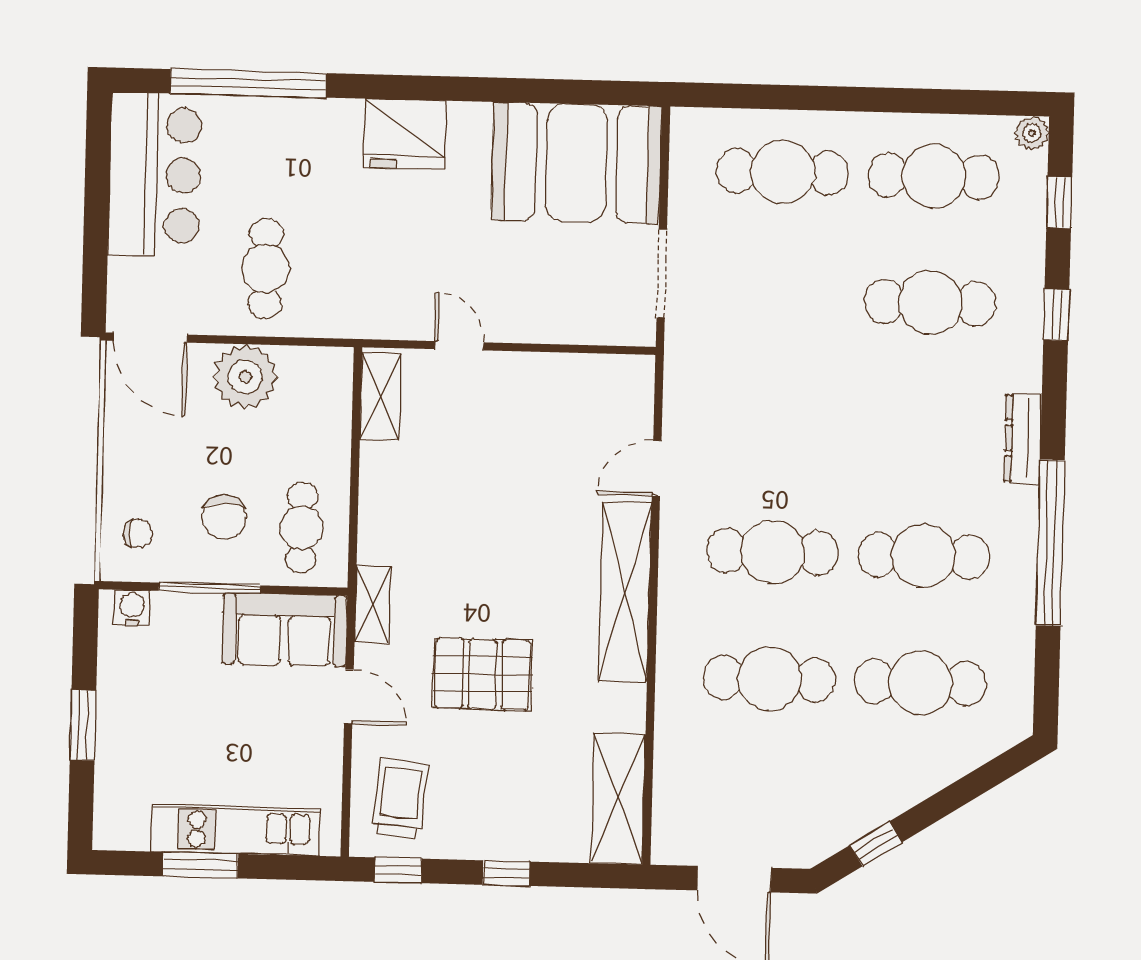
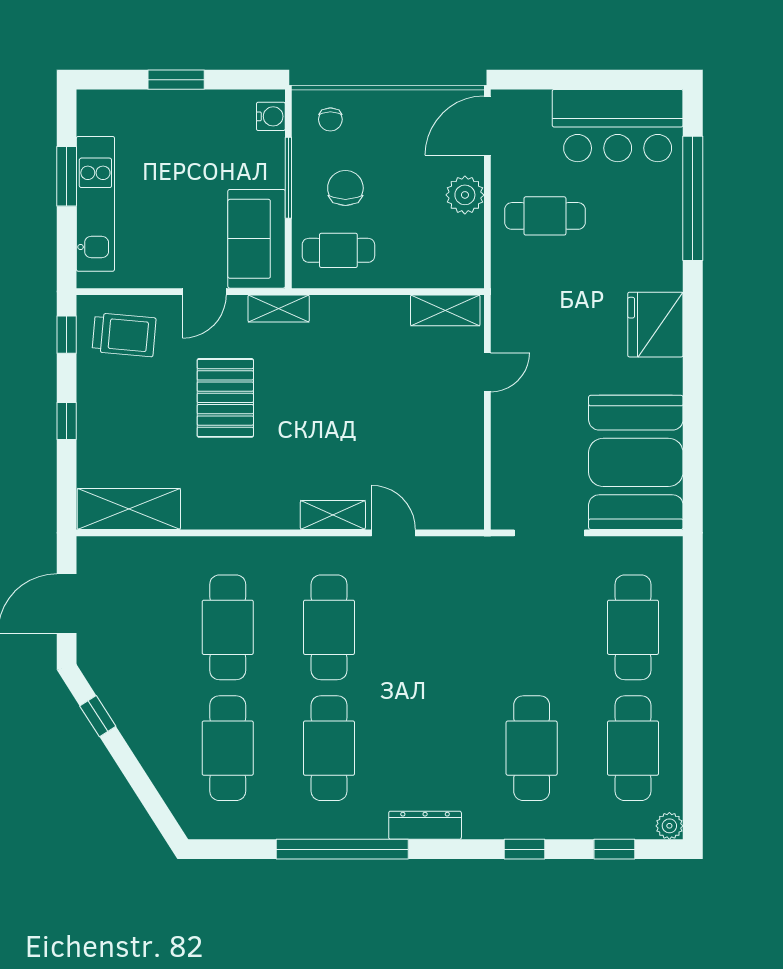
plant: (245, 377) -> (465, 195), width x0.73, depth x0.73
chair: (224, 517) -> (345, 188), turned 92
shelving: (625, 592) -> (333, 515), width x0.45, depth x0.75

